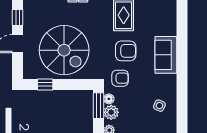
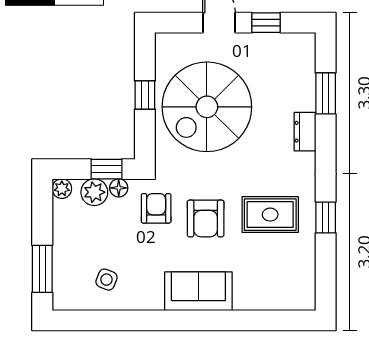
armchair: (120, 78) -> (156, 208), turned 180
window: (45, 84) -> (145, 95), moved
window: (98, 106) -> (106, 169), width x0.67

